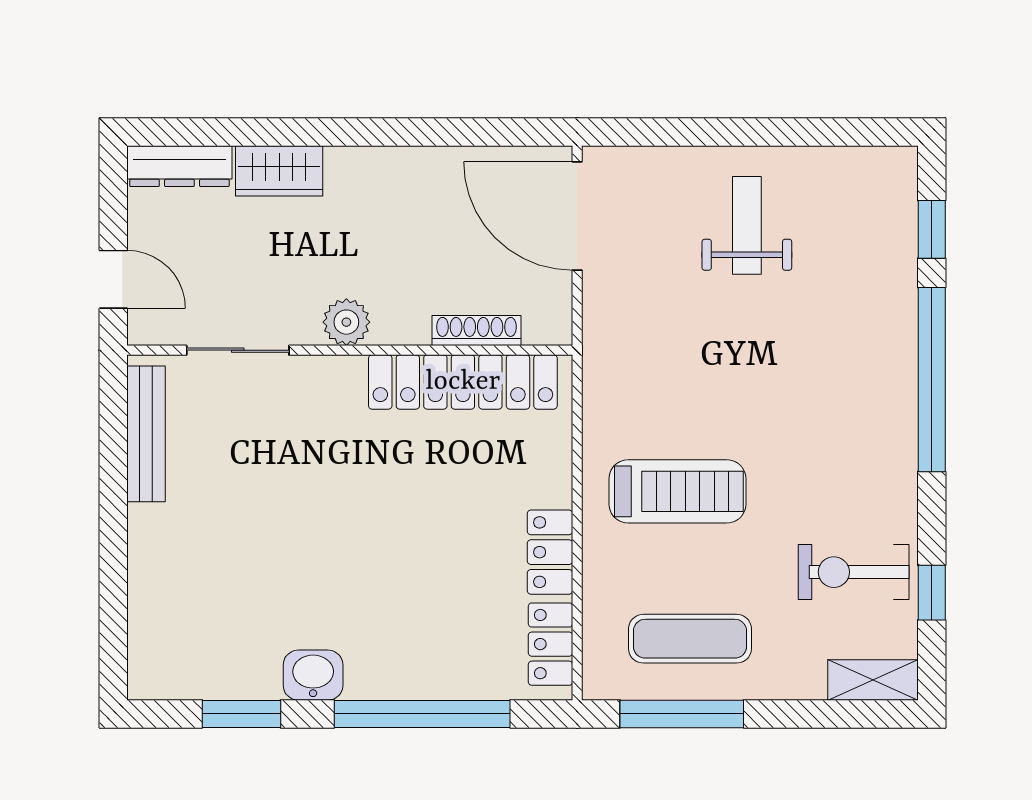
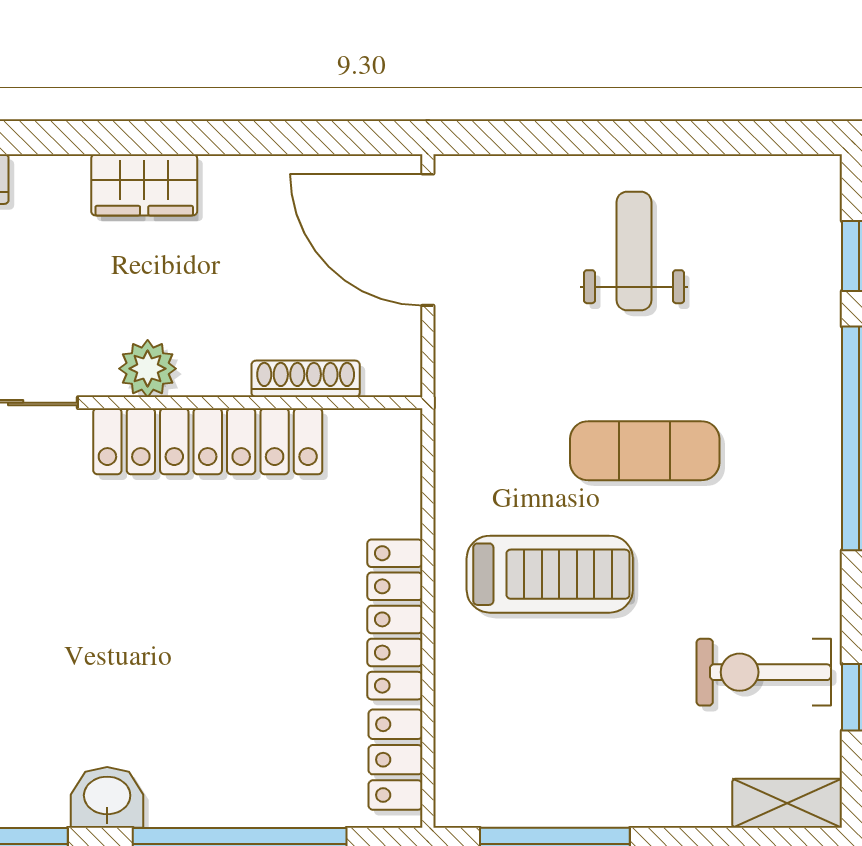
wardrobe: (279, 171) -> (144, 185), moved
locker: (463, 382) -> (208, 441), moved
locker: (550, 552) -> (395, 619), width x1.53
exercise mat: (690, 639) -> (645, 451), moved

